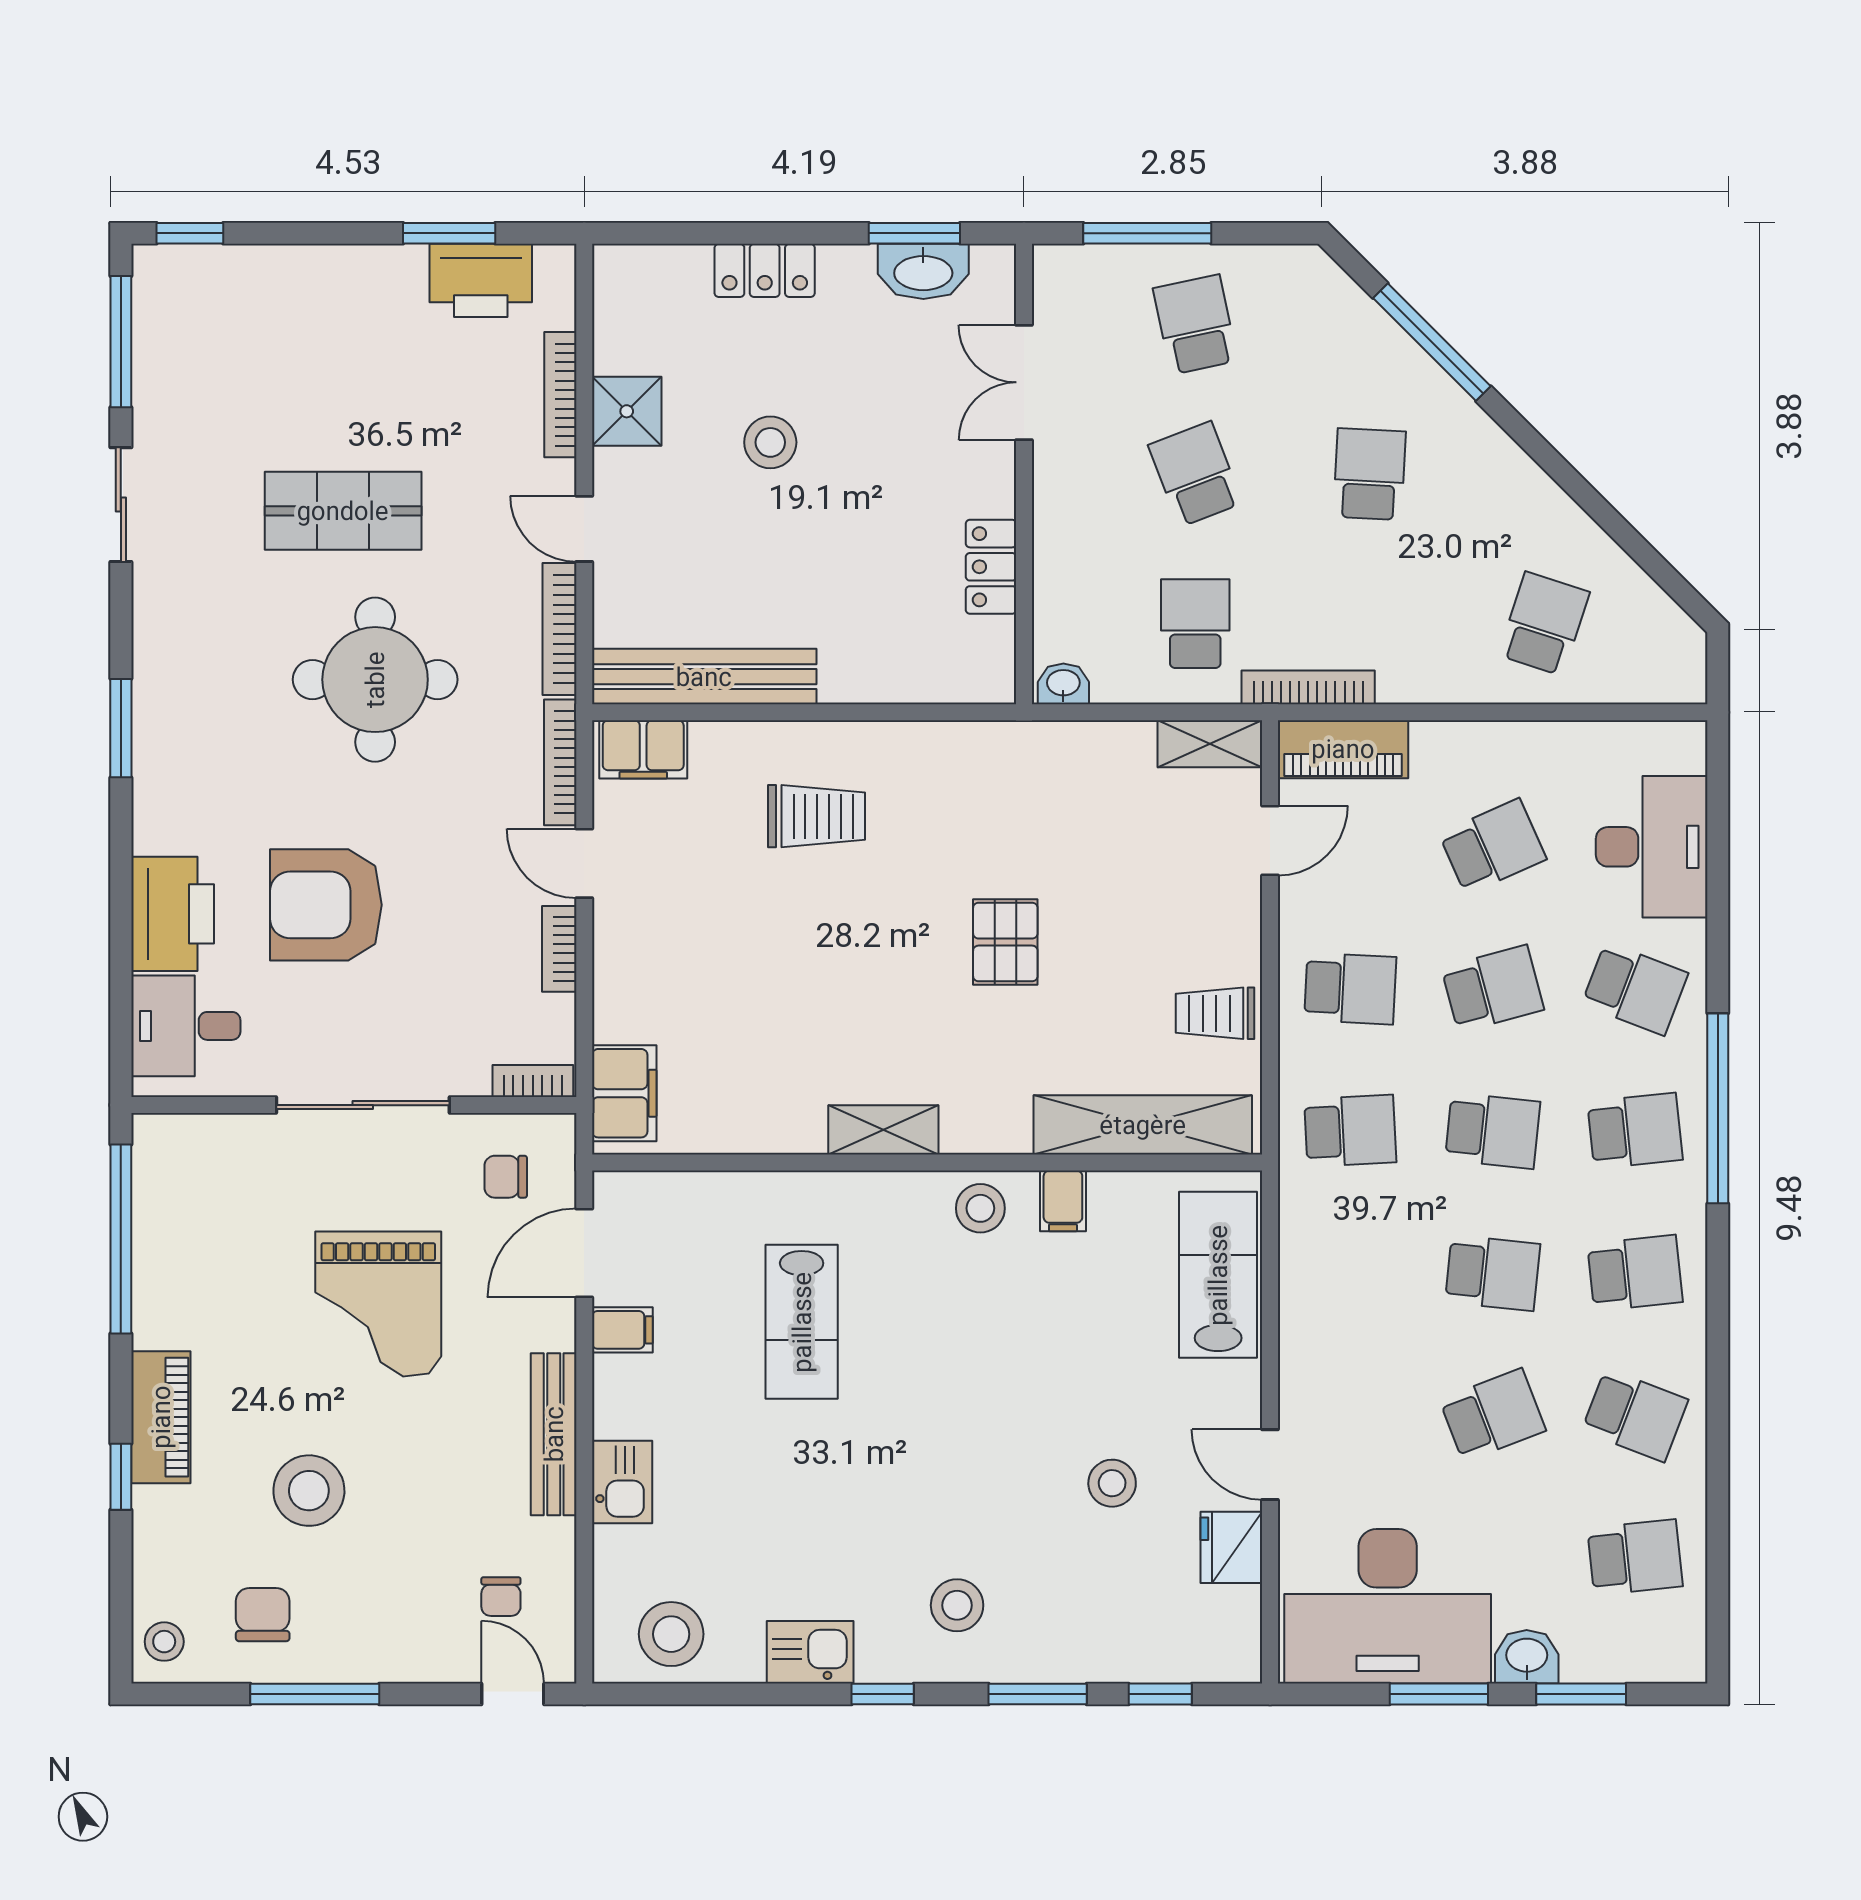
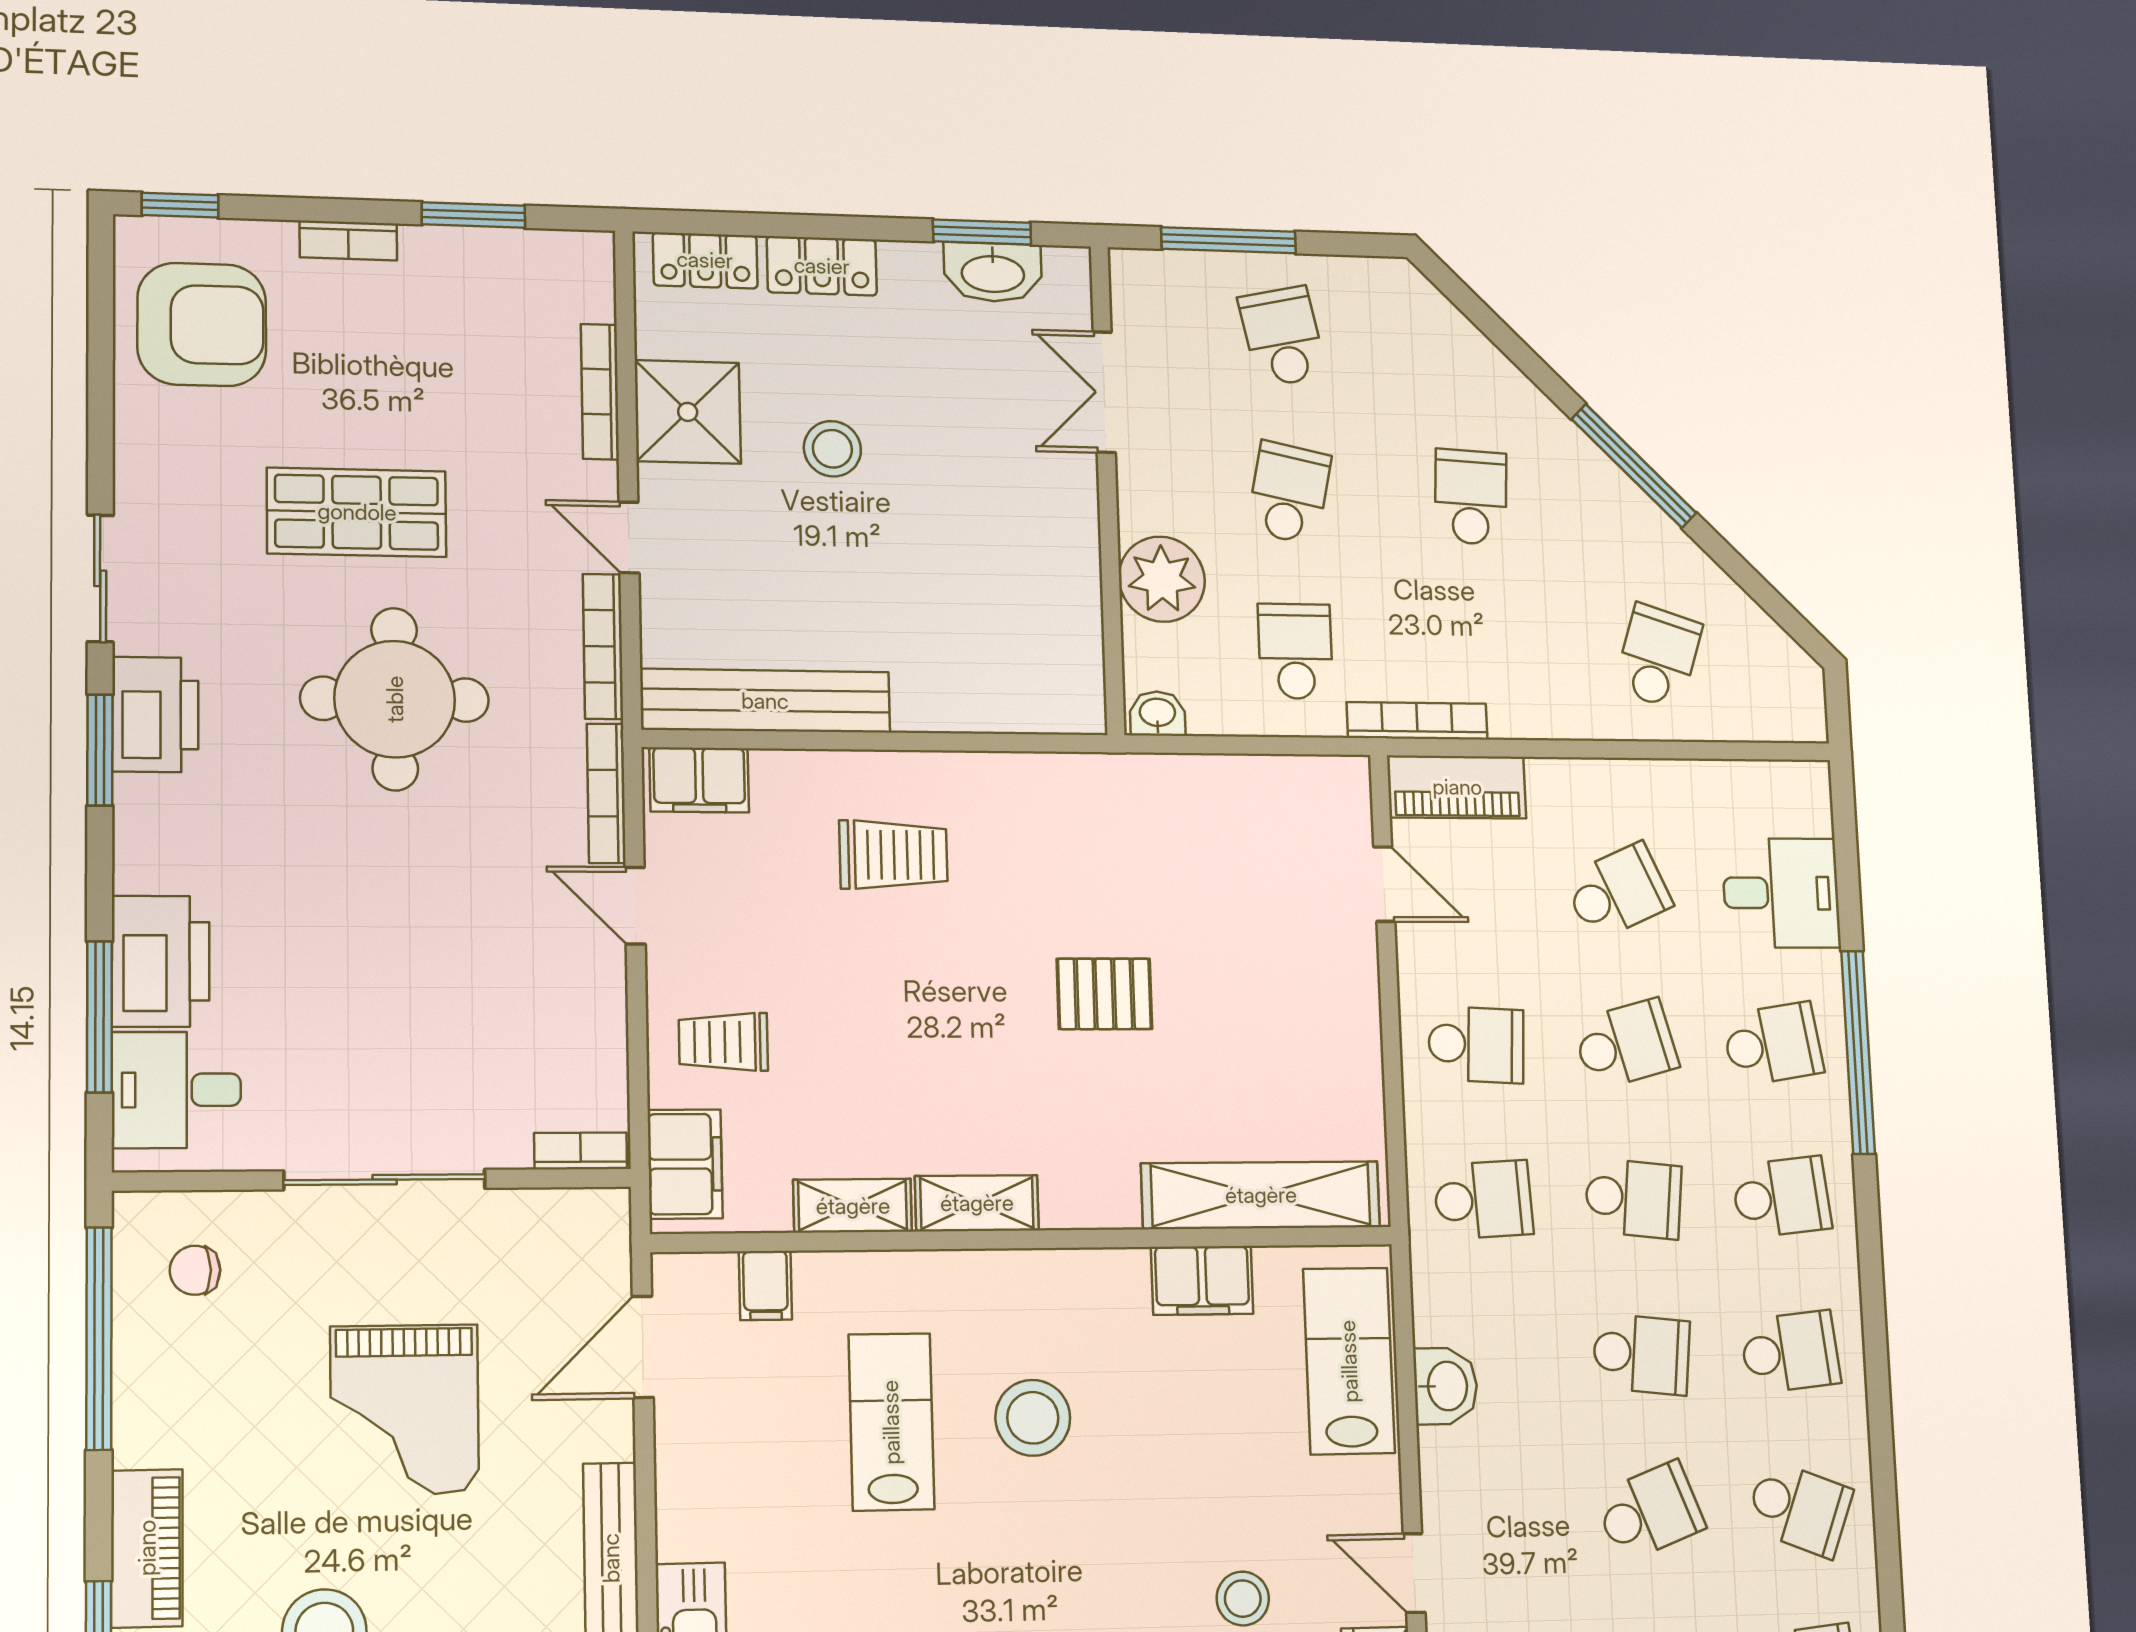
printer: (481, 280) -> (155, 715), moved, turned -90
window: (121, 342) -> (99, 1017), moved
window: (1432, 342) -> (1634, 466), moved
shower: (627, 411) -> (688, 412), width x1.36, depth x1.36
school desk: (1195, 474) -> (1289, 493), turned 33
sliding door: (121, 505) -> (100, 578), moved
plant: (1072, 558) -> (1162, 579), added
locker: (991, 567) -> (705, 260), moved, turned -90
shelving: (1210, 744) -> (853, 1206), moved
door: (1270, 840) -> (1384, 884), hinge flipped
desk: (1652, 847) -> (1781, 893), width x0.73
armchair: (326, 905) -> (202, 324), moved, turned 180
pallet: (1005, 942) -> (1104, 994), turned 90
bookcase: (559, 949) -> (348, 241), moved, turned -90
school desk: (1635, 989) -> (1773, 1044), turned -30
trolley: (1215, 1013) -> (723, 1042), moved
window: (1718, 1108) -> (1858, 1052), moved
chair: (506, 1177) -> (195, 1270), moved
filing cabinet: (1063, 1201) -> (1202, 1280), width x2.00
stool: (980, 1208) -> (1033, 1418), moved, width x1.38, depth x1.38
washbasin: (1307, 1299) -> (1446, 1386), added
lab bench: (802, 1322) -> (891, 1422), turned 180
filing cabinet: (622, 1330) -> (765, 1285), moved, turned 90

